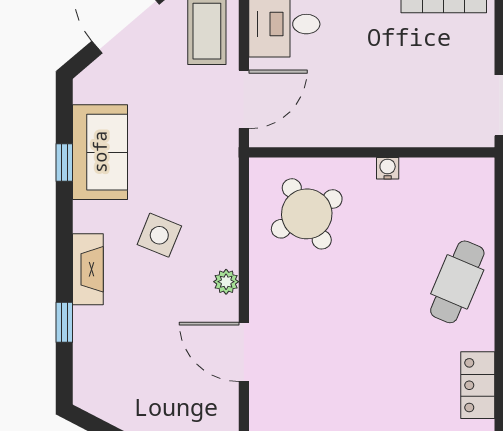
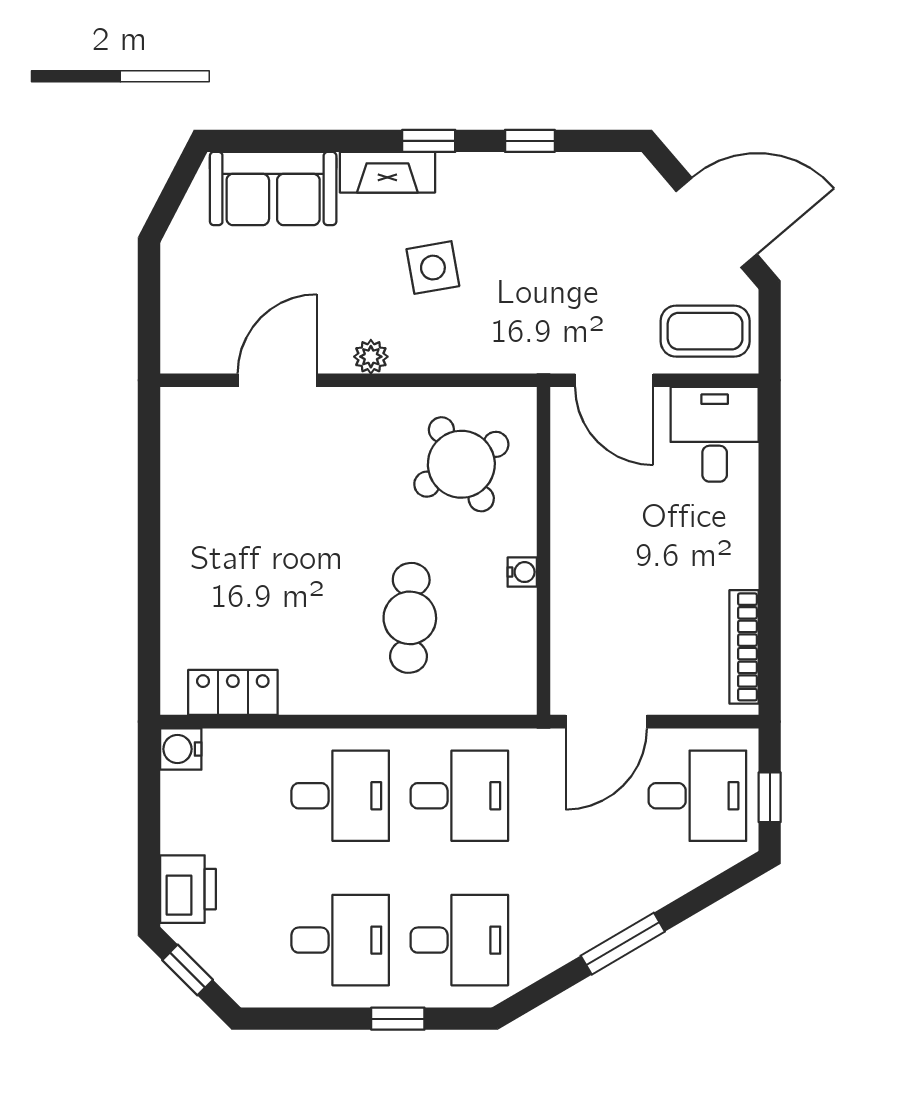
sofa: (100, 152) -> (273, 189), moved
side table: (159, 235) -> (433, 268), turned -32
cafe table: (457, 282) -> (410, 618), moved, turned 69
window: (64, 322) -> (429, 141), moved

